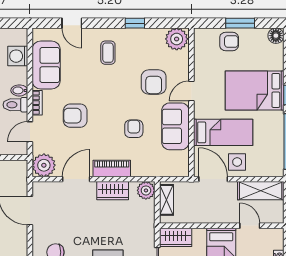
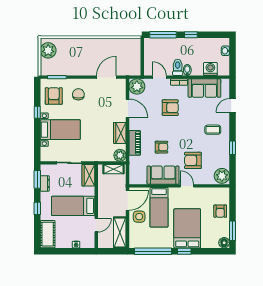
window: (240, 23) -> (233, 231), moved
armchair: (75, 116) -> (170, 108), turned 90
piano: (112, 168) -> (135, 143), moved

